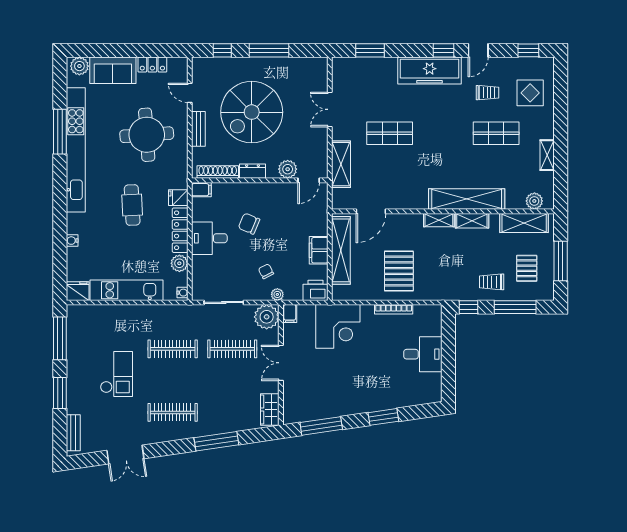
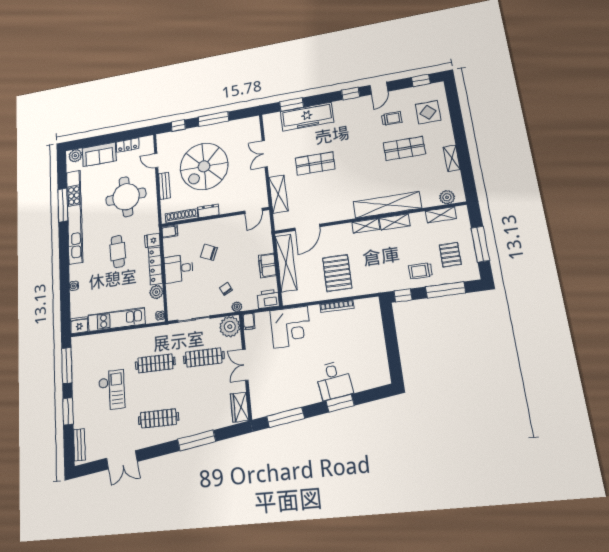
freezer: (430, 71) -> (307, 117), moved
plant: (288, 169) -> (236, 205), removed
shelving: (524, 223) -> (441, 215), width x0.67, depth x0.75
desk: (423, 354) -> (334, 380), moved, turned 82

